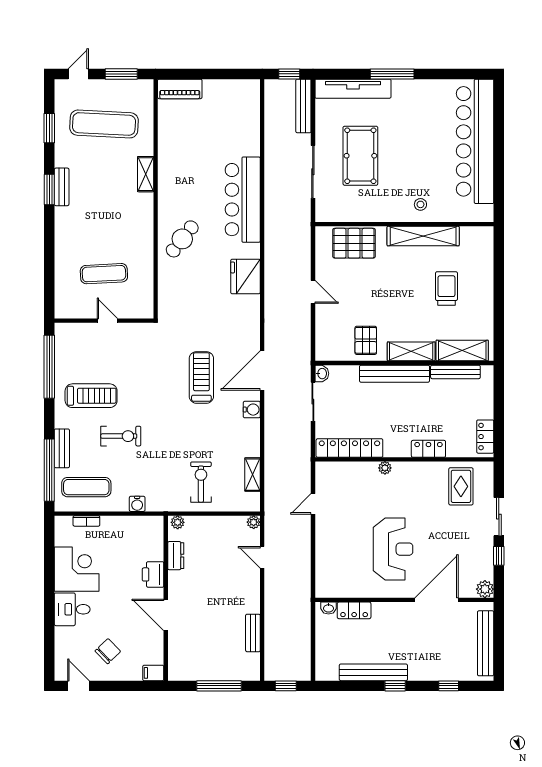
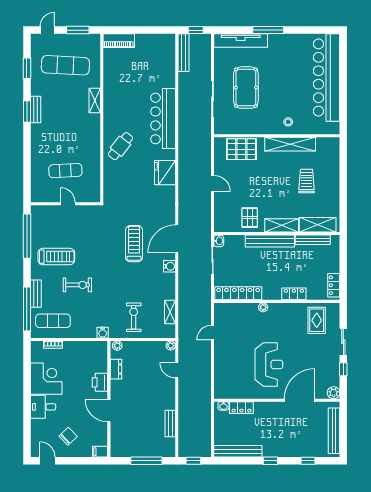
bench: (303, 106) -> (184, 53), moved
water cooler: (137, 504) -> (103, 333), moved
bench: (373, 672) -> (238, 451), moved

